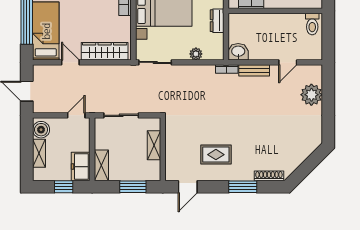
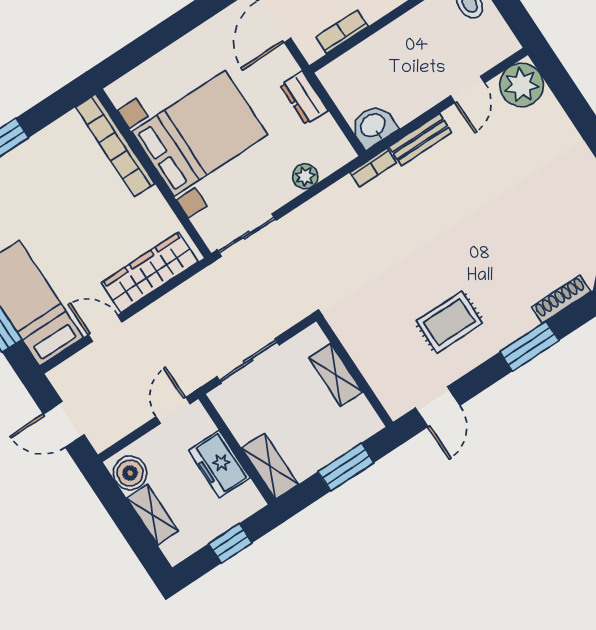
plant: (311, 95) -> (522, 85), moved
freezer: (81, 167) -> (219, 464), moved

